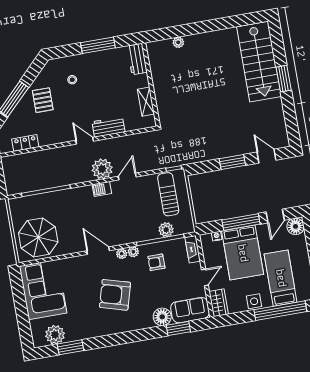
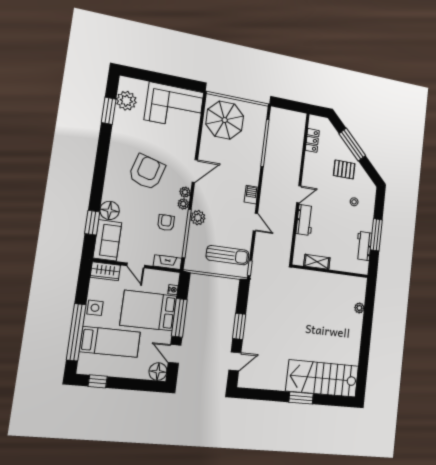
workbench: (137, 59) -> (364, 246), moved, turned -90
plant: (102, 169) -> (269, 201), removed
plant: (166, 230) -> (198, 218), moved

